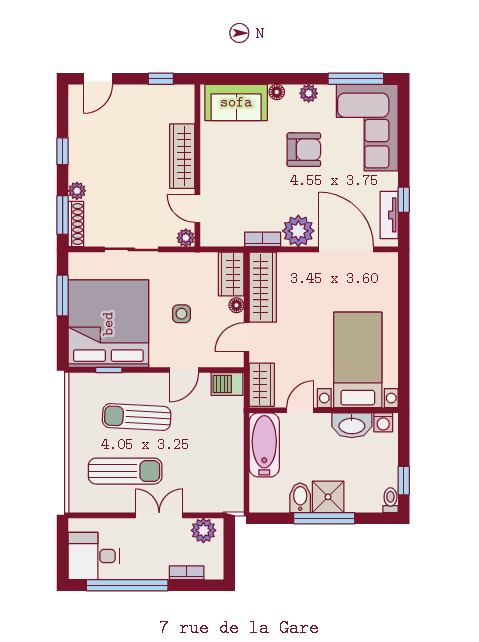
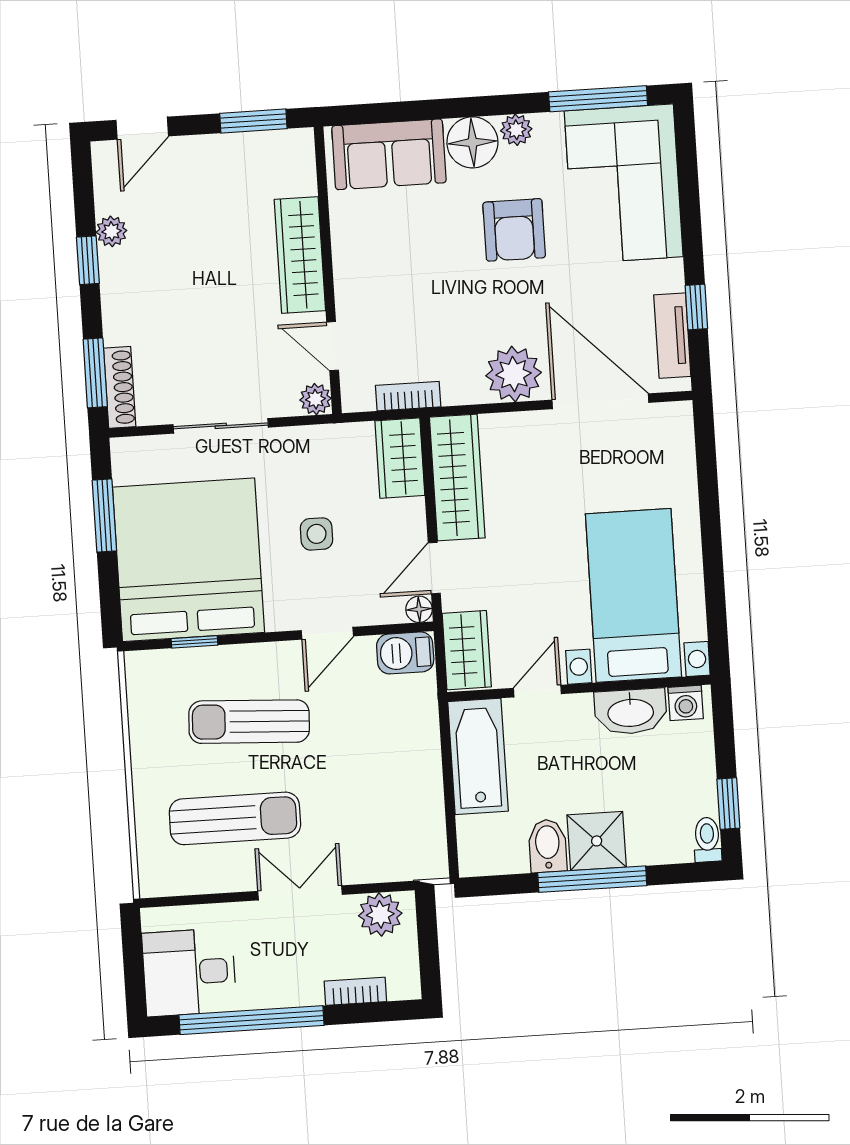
window: (161, 79) -> (253, 121), width x1.50
floor lamp: (277, 92) -> (472, 142), width x1.89, depth x1.89
armchair: (304, 150) -> (514, 230), turned 90
plant: (77, 191) -> (111, 231), moved
bookcase: (263, 239) -> (408, 396), moved
floor lamp: (236, 305) -> (419, 609), moved

